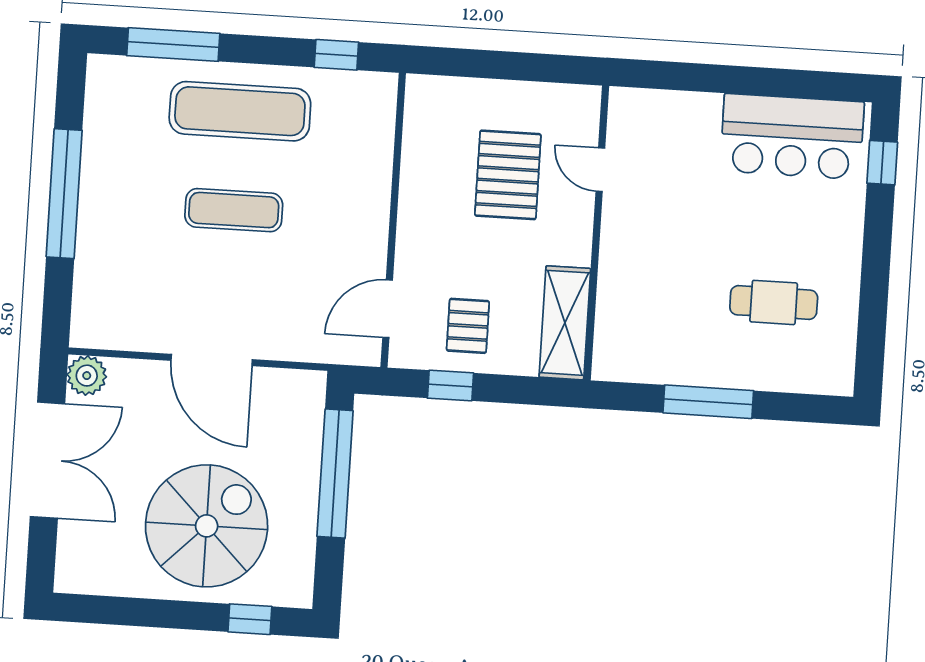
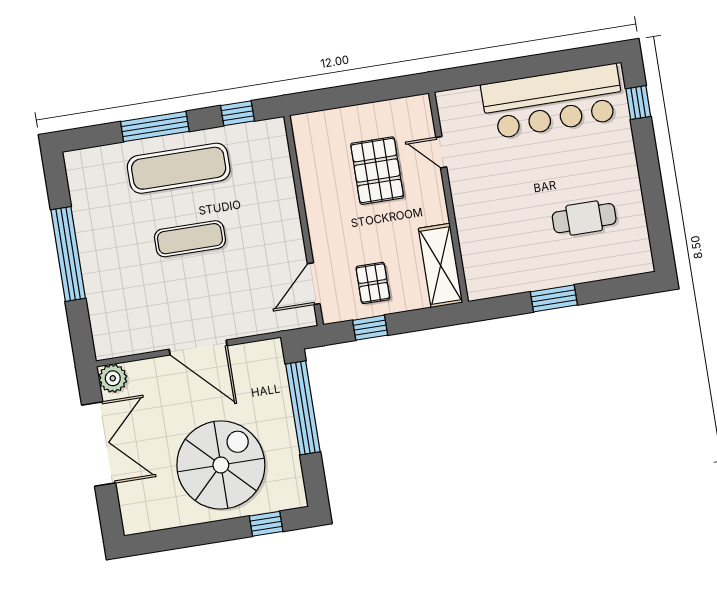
window: (173, 44) -> (155, 126), moved
bar counter: (792, 137) -> (553, 101), width x1.36
window: (708, 402) -> (554, 298), width x0.69

